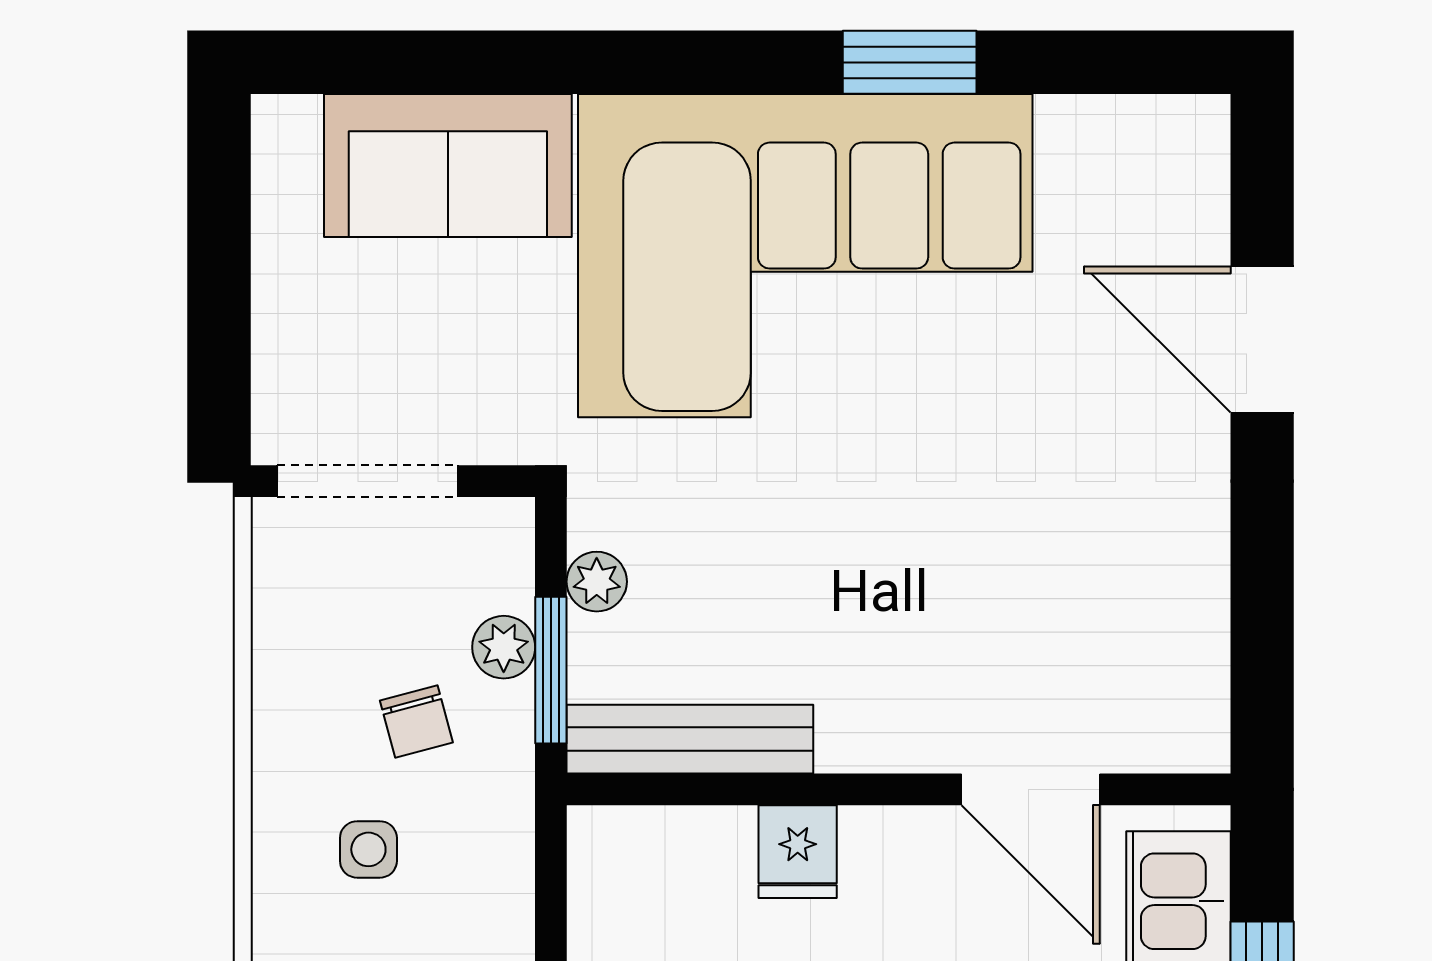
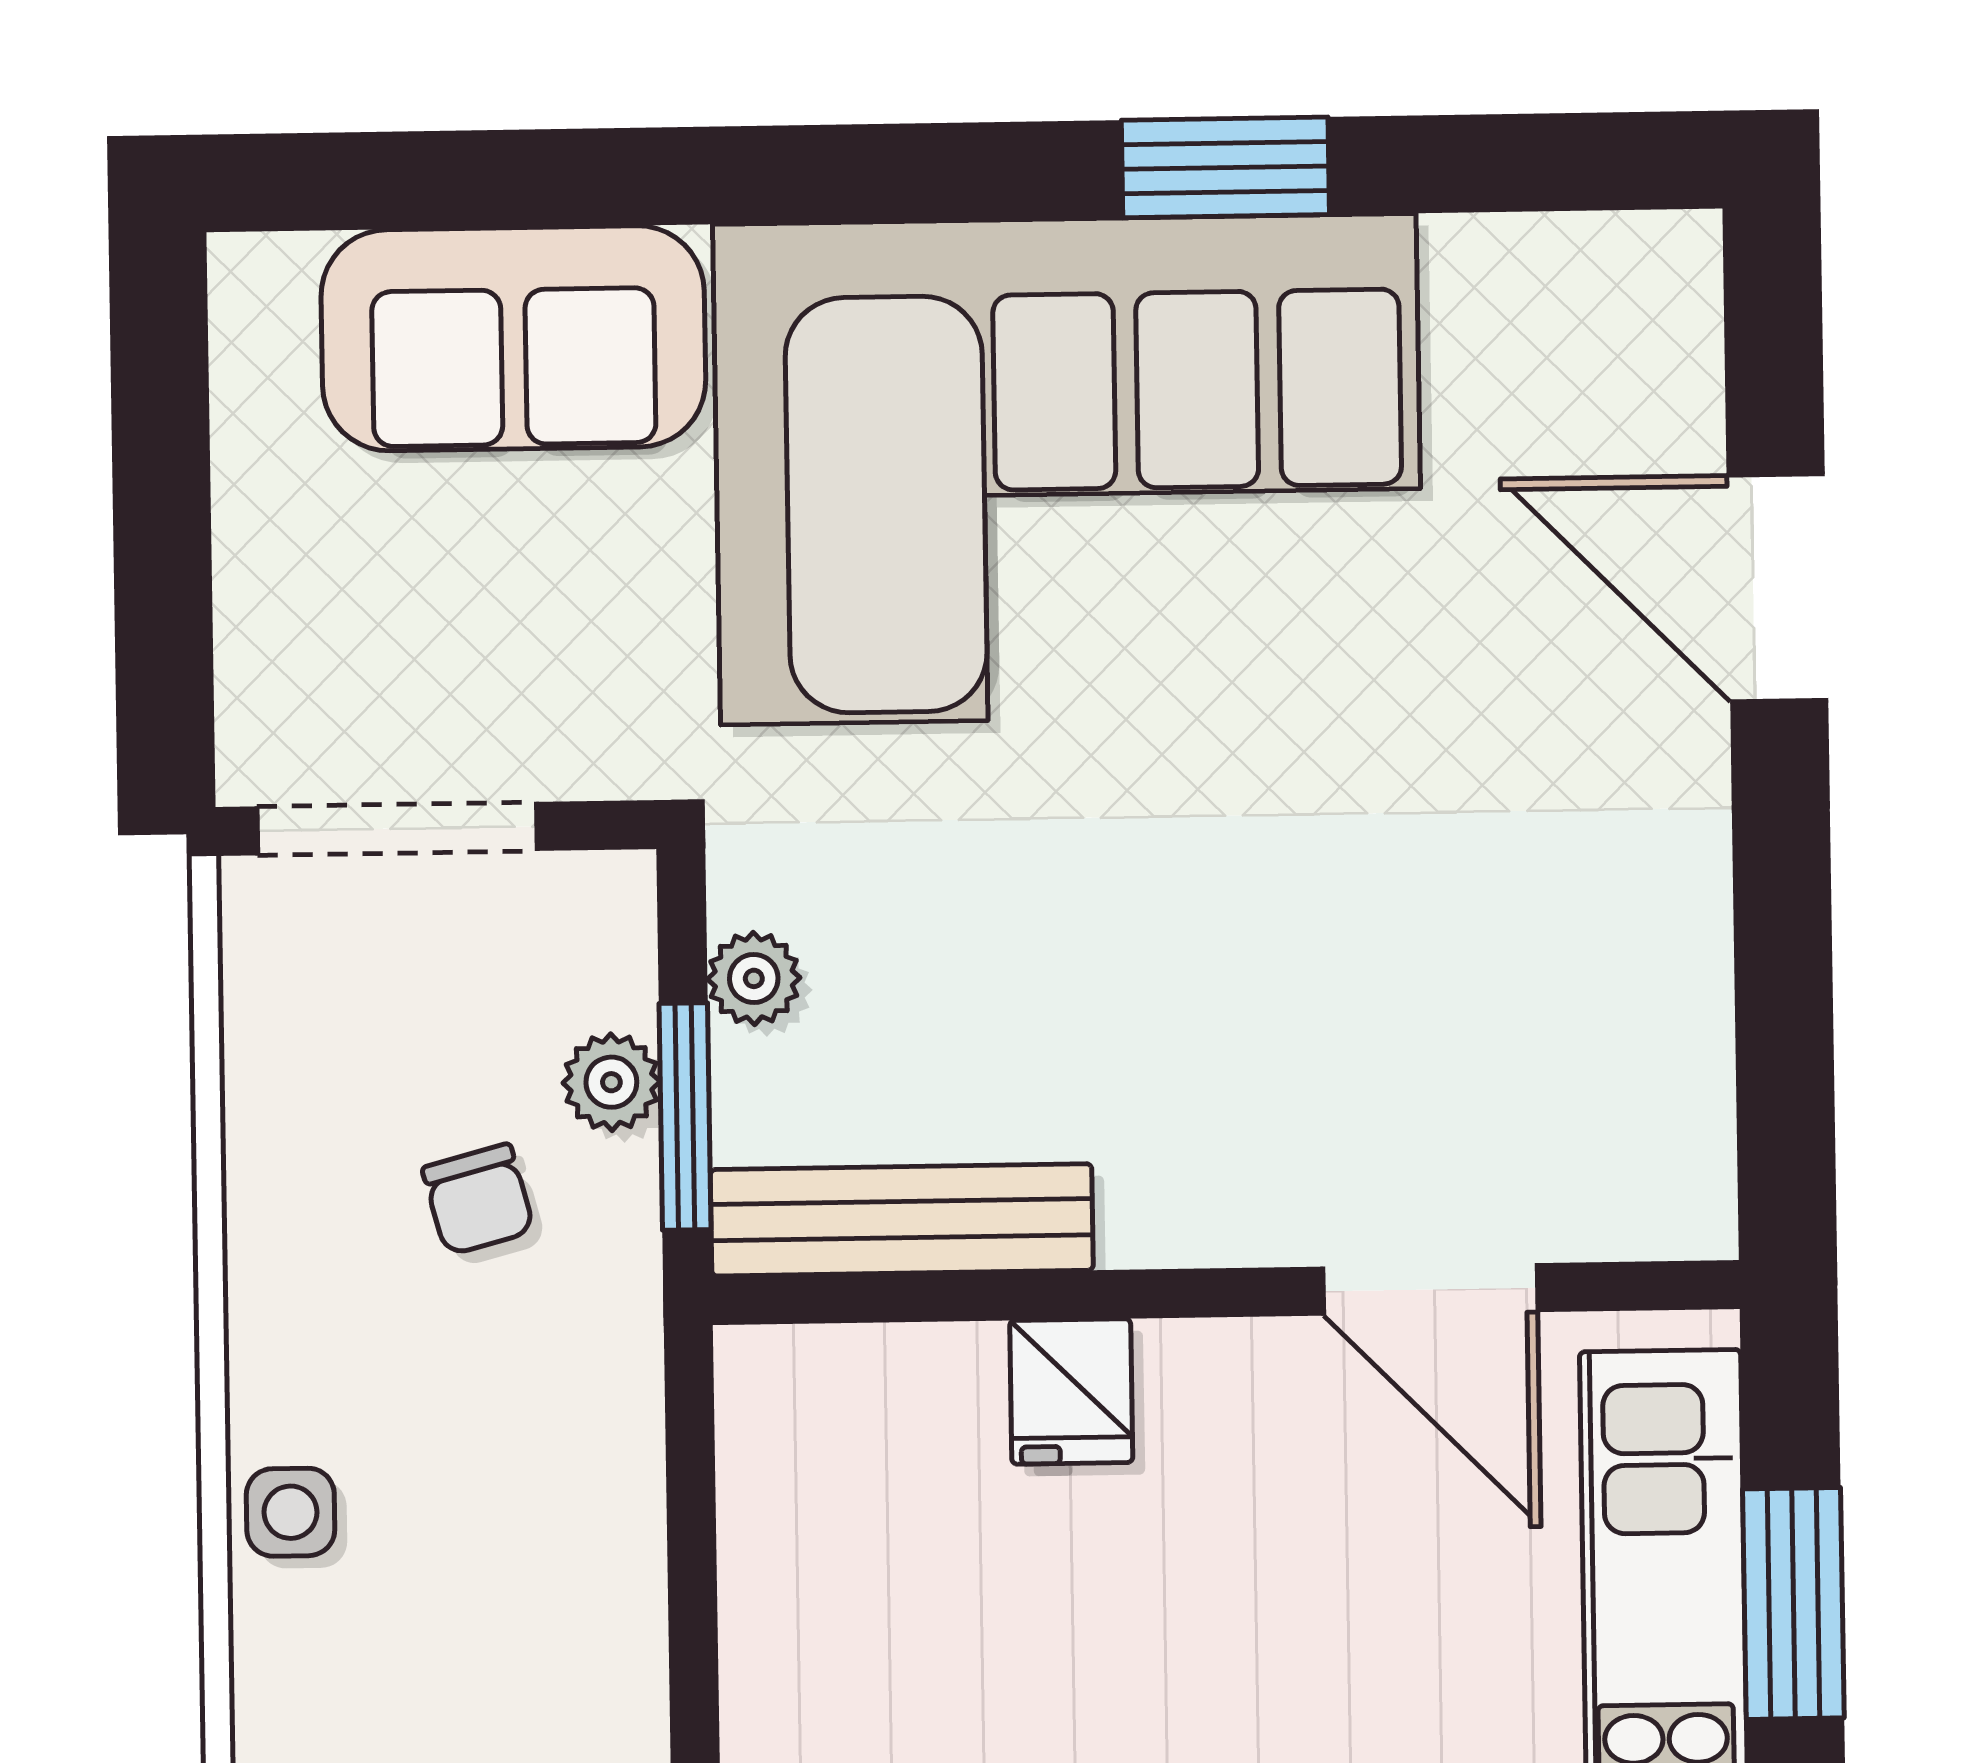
side table: (368, 849) -> (291, 1512), moved

